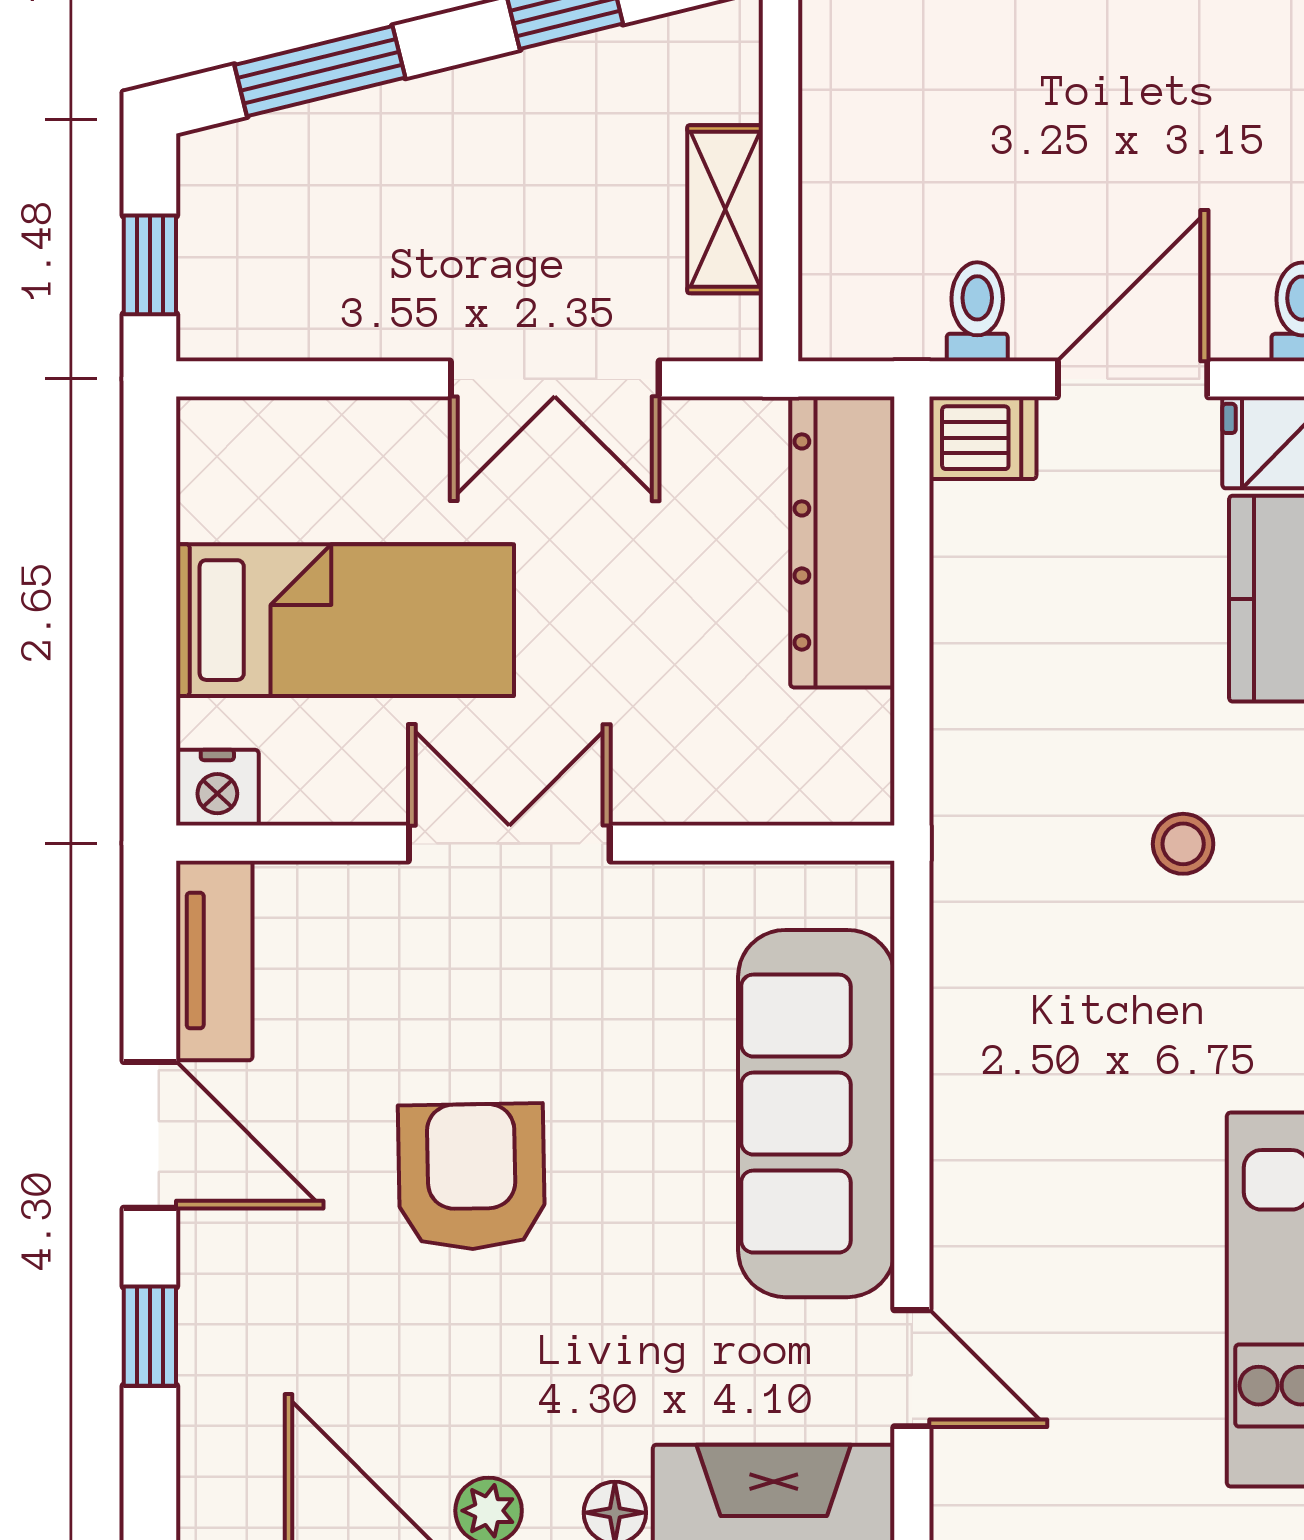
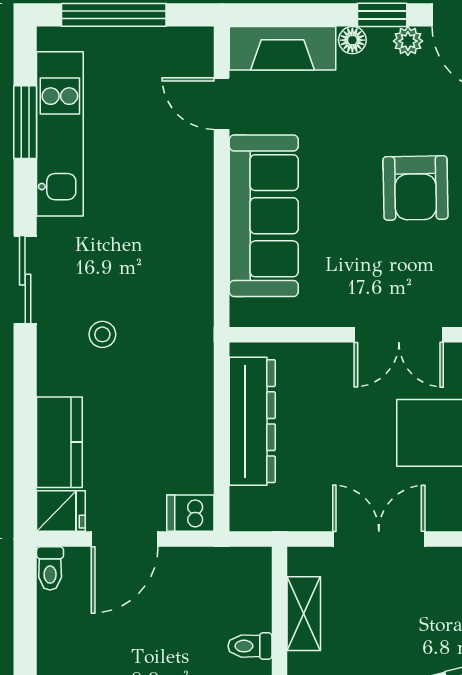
toilet: (977, 312) -> (250, 646), moved, turned 90
dresser: (842, 542) -> (252, 421), moved

